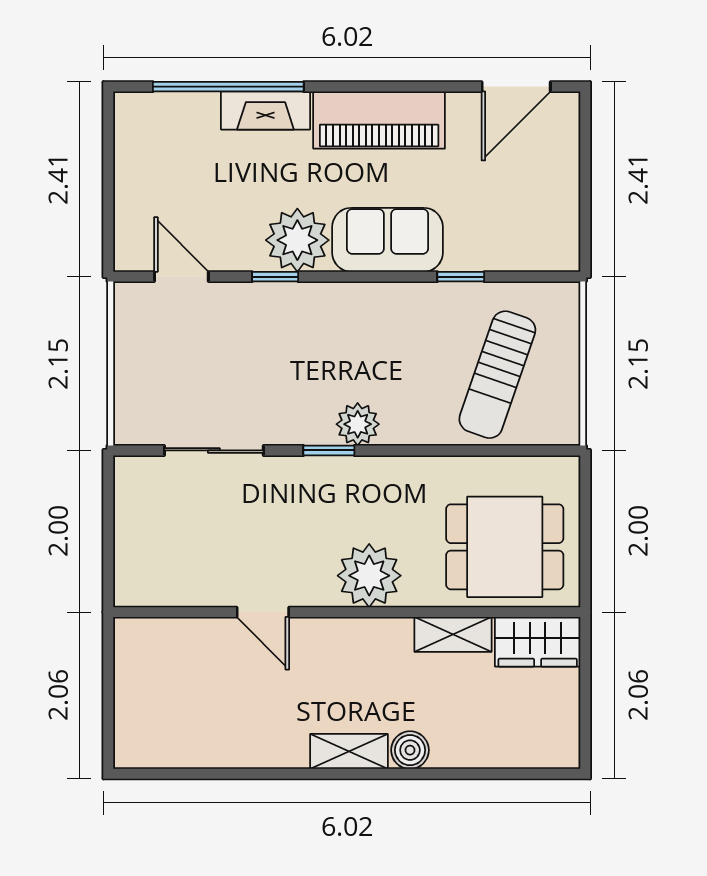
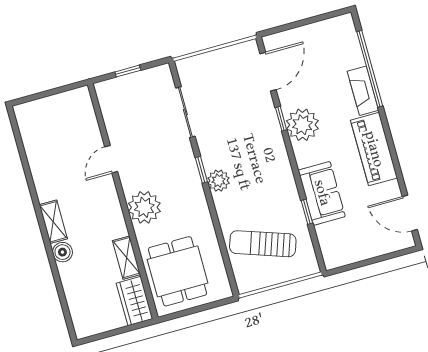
sofa: (388, 240) -> (322, 193), moved
door: (181, 277) -> (268, 72), width x1.38
window: (108, 536) -> (128, 71), added

